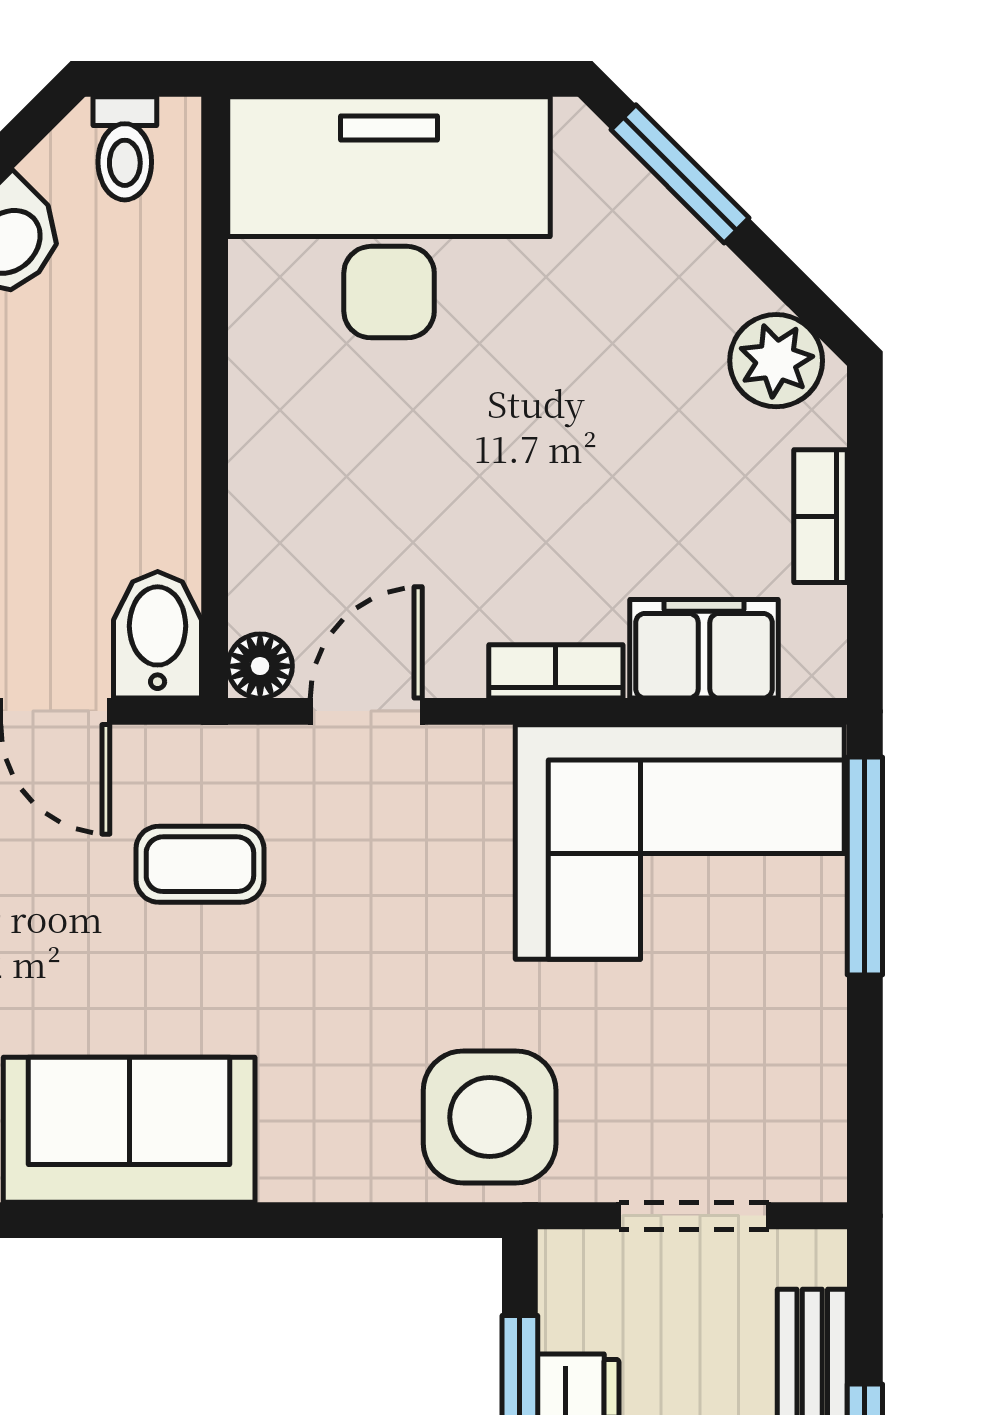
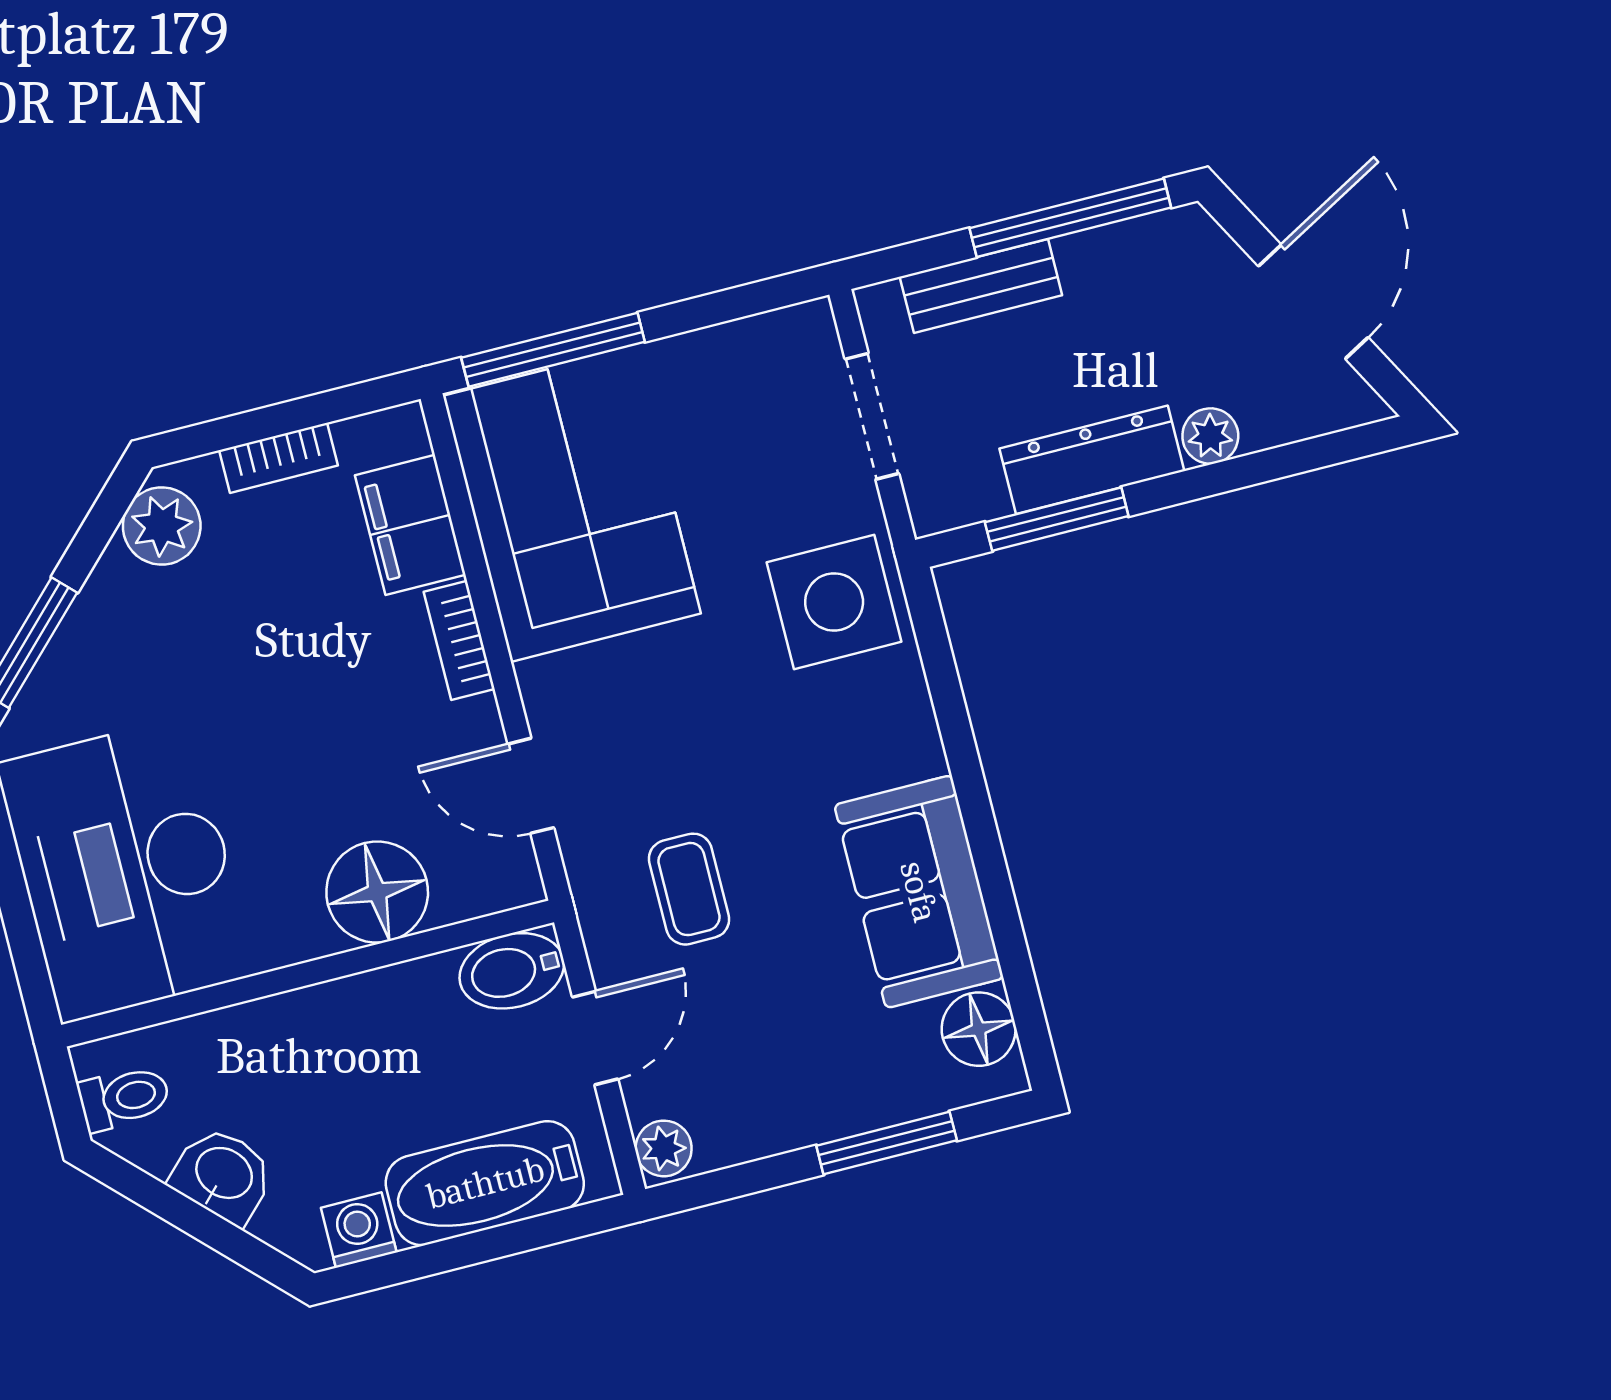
floor lamp: (260, 666) -> (377, 892), moved, width x1.89, depth x1.89

